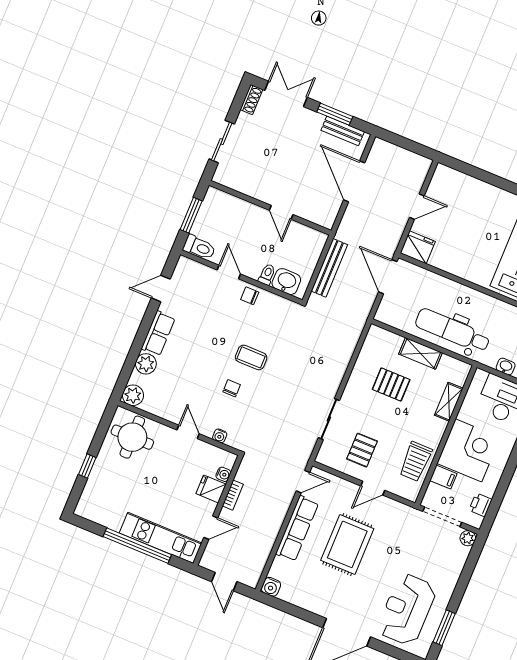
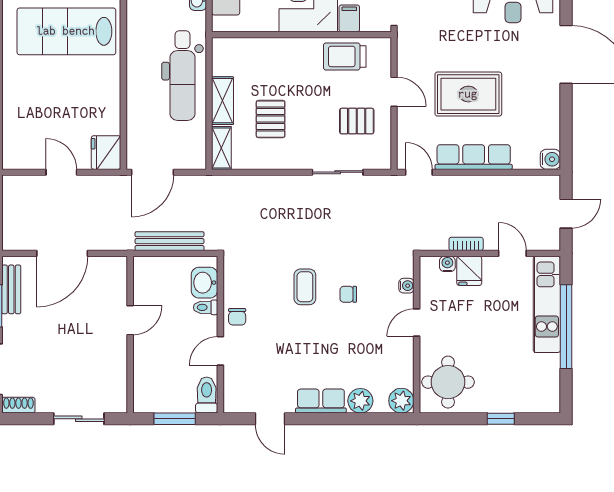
shelving: (449, 402) -> (221, 148), moved, turned 90
trolley: (416, 461) -> (345, 56), turned 180

